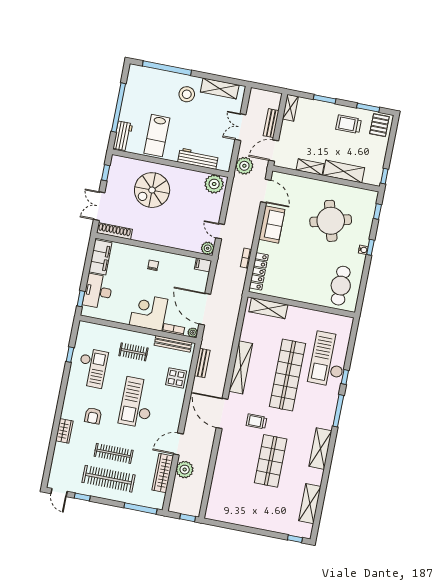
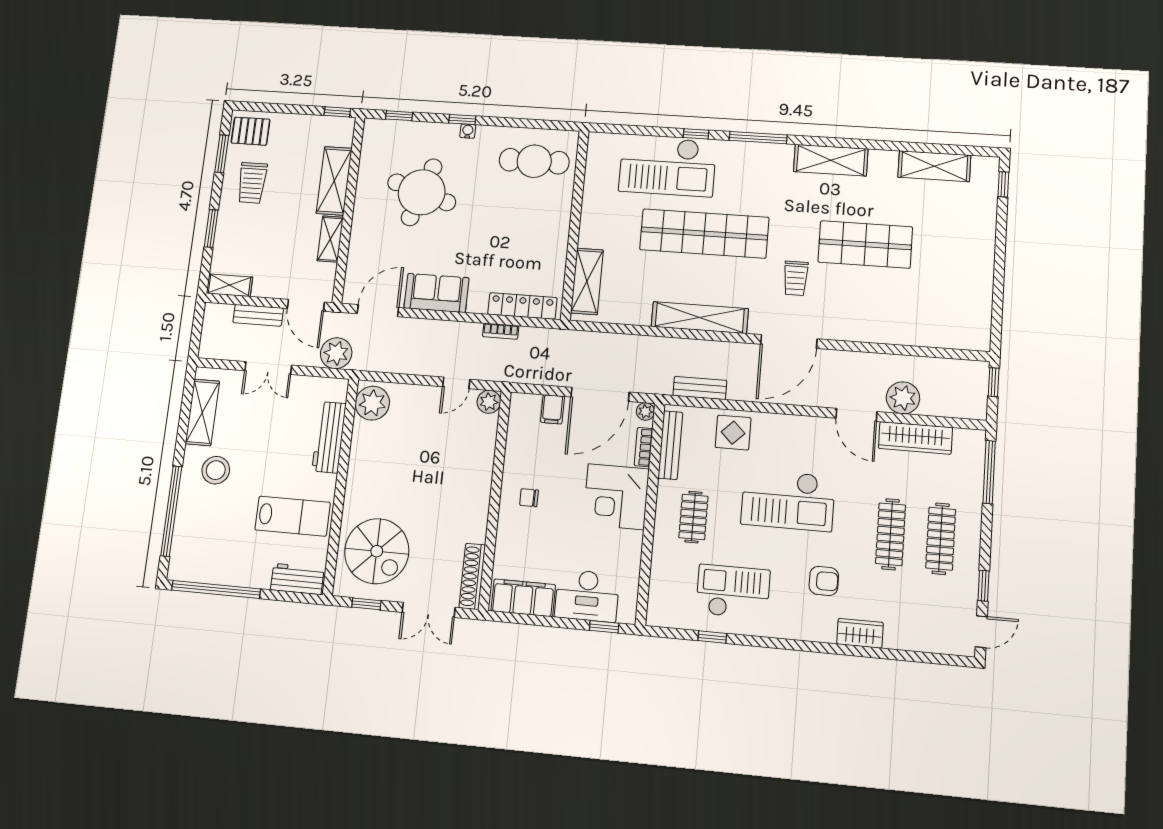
window: (118, 107) -> (216, 589), moved
spiral stairs: (152, 190) -> (377, 551), moved
round table: (331, 221) -> (422, 192), turned 33
filing cabinet: (203, 265) -> (552, 409), moved
clothes rail: (109, 479) -> (941, 539), width x0.73, depth x0.76

